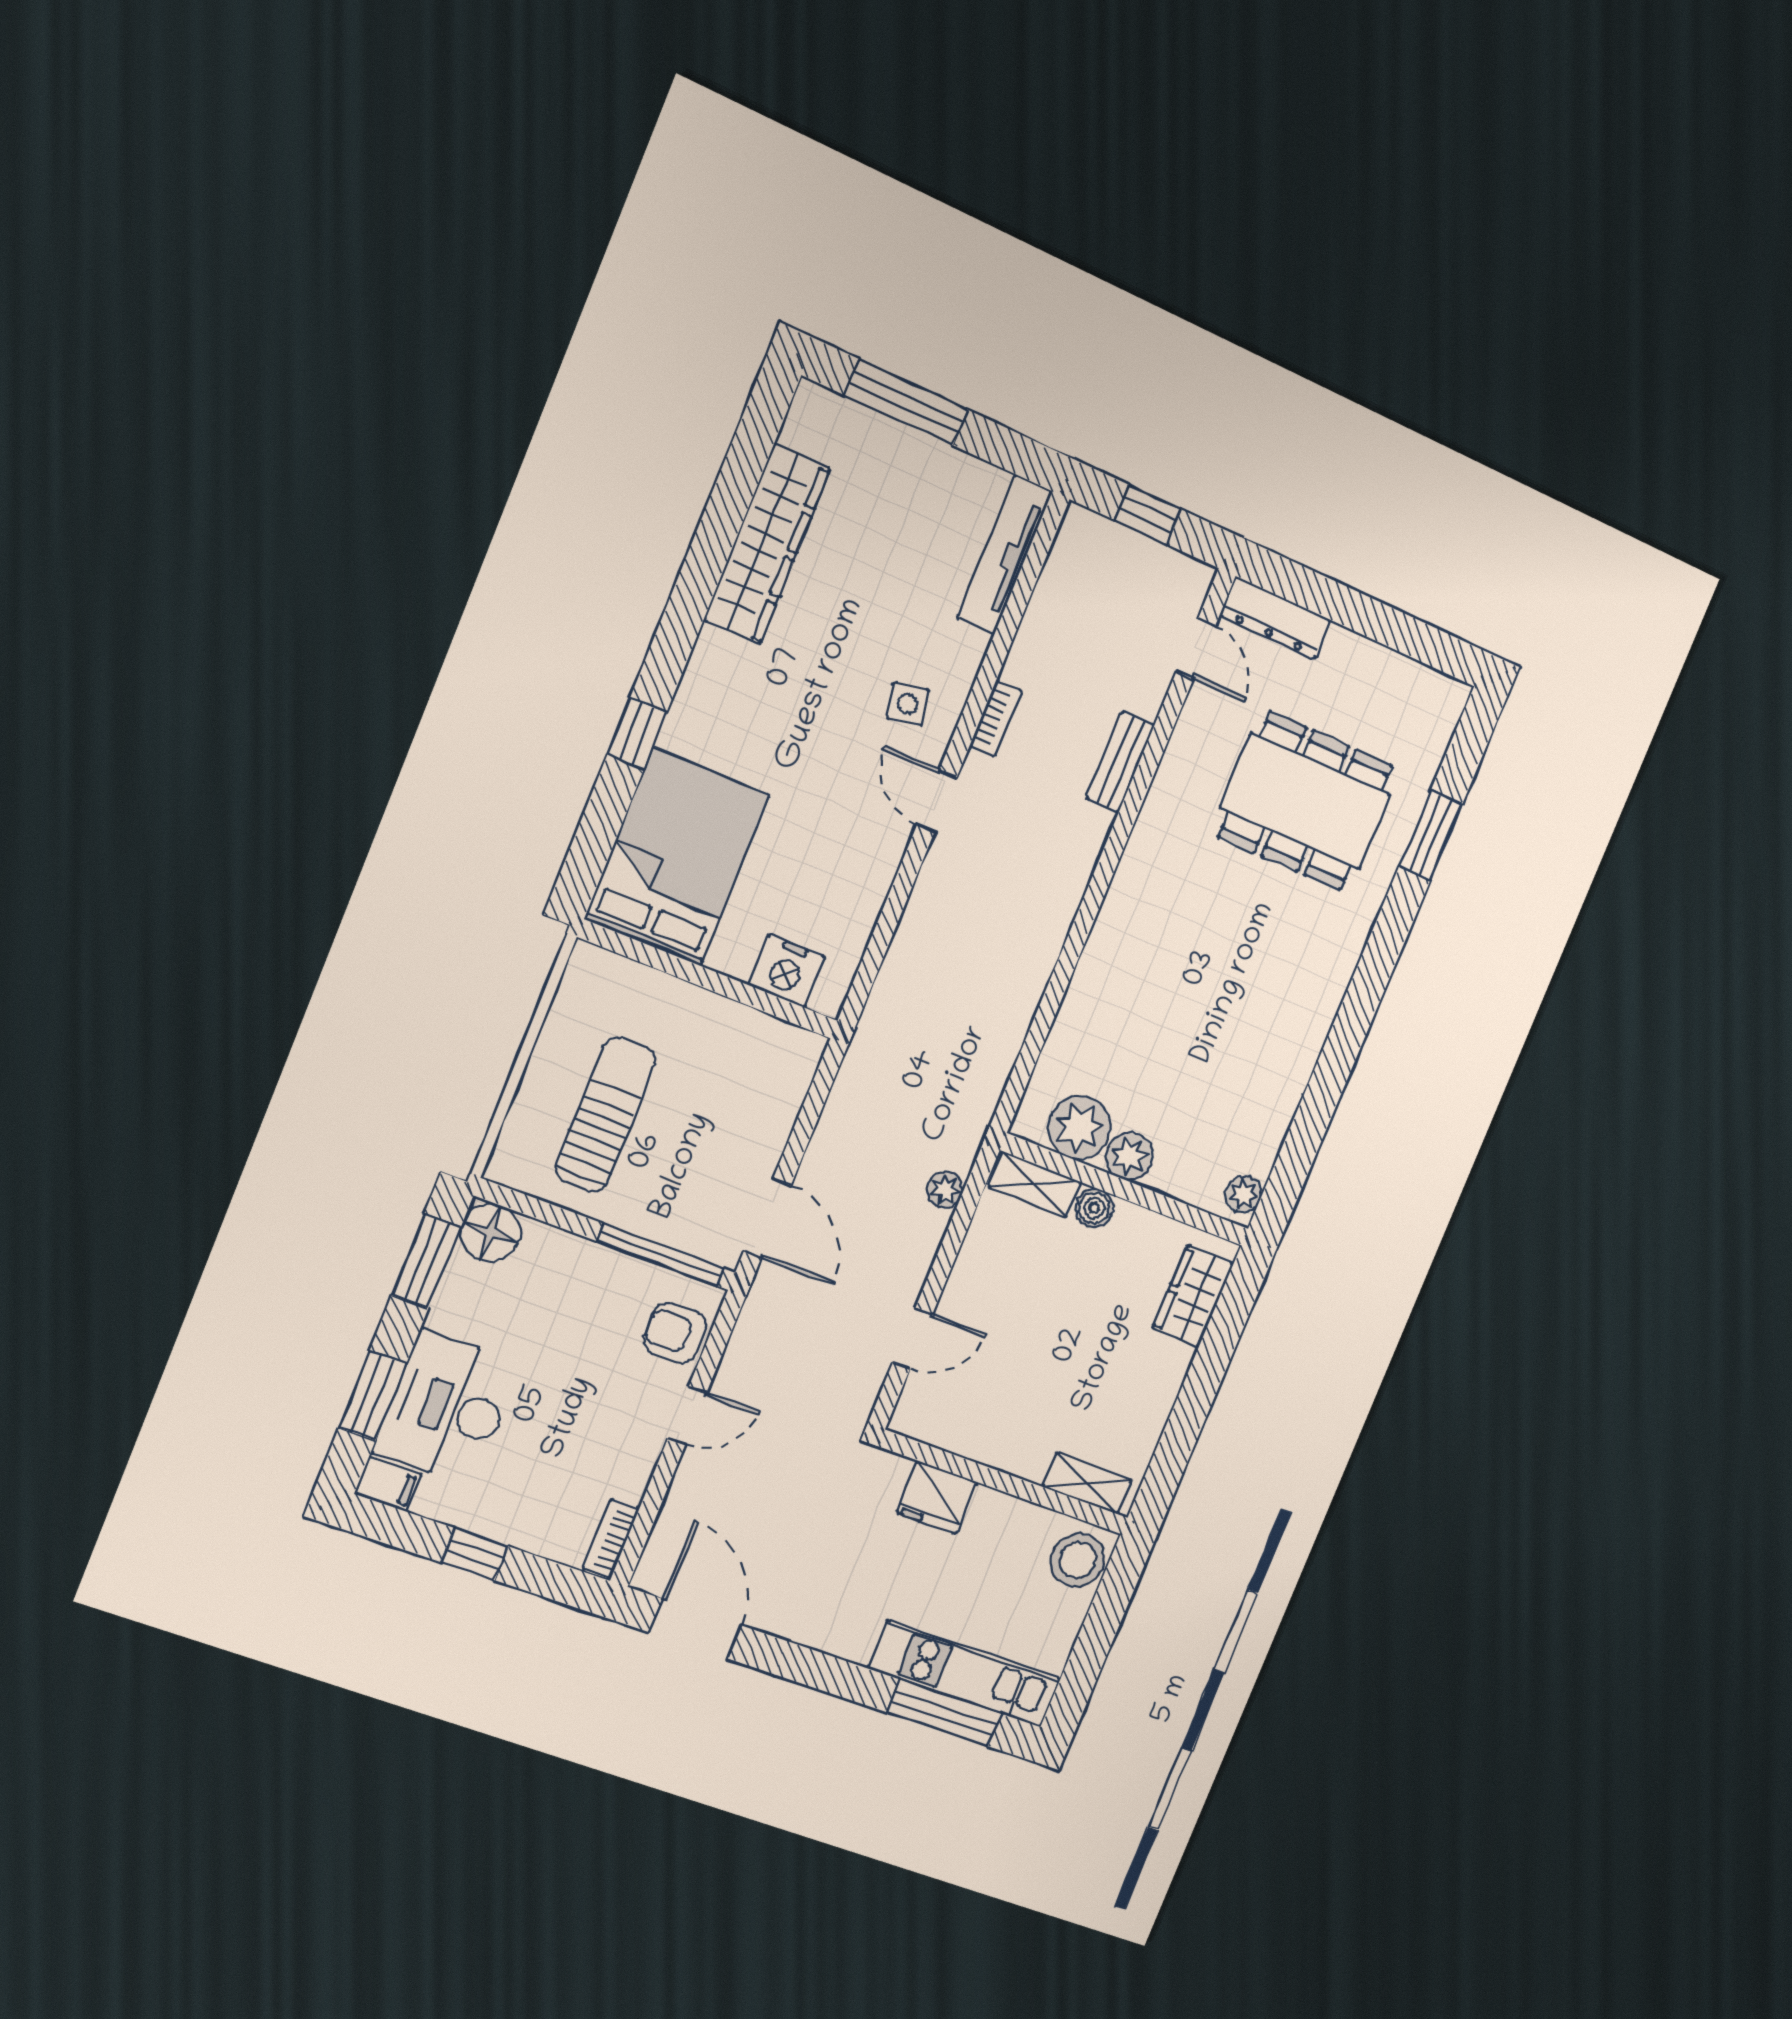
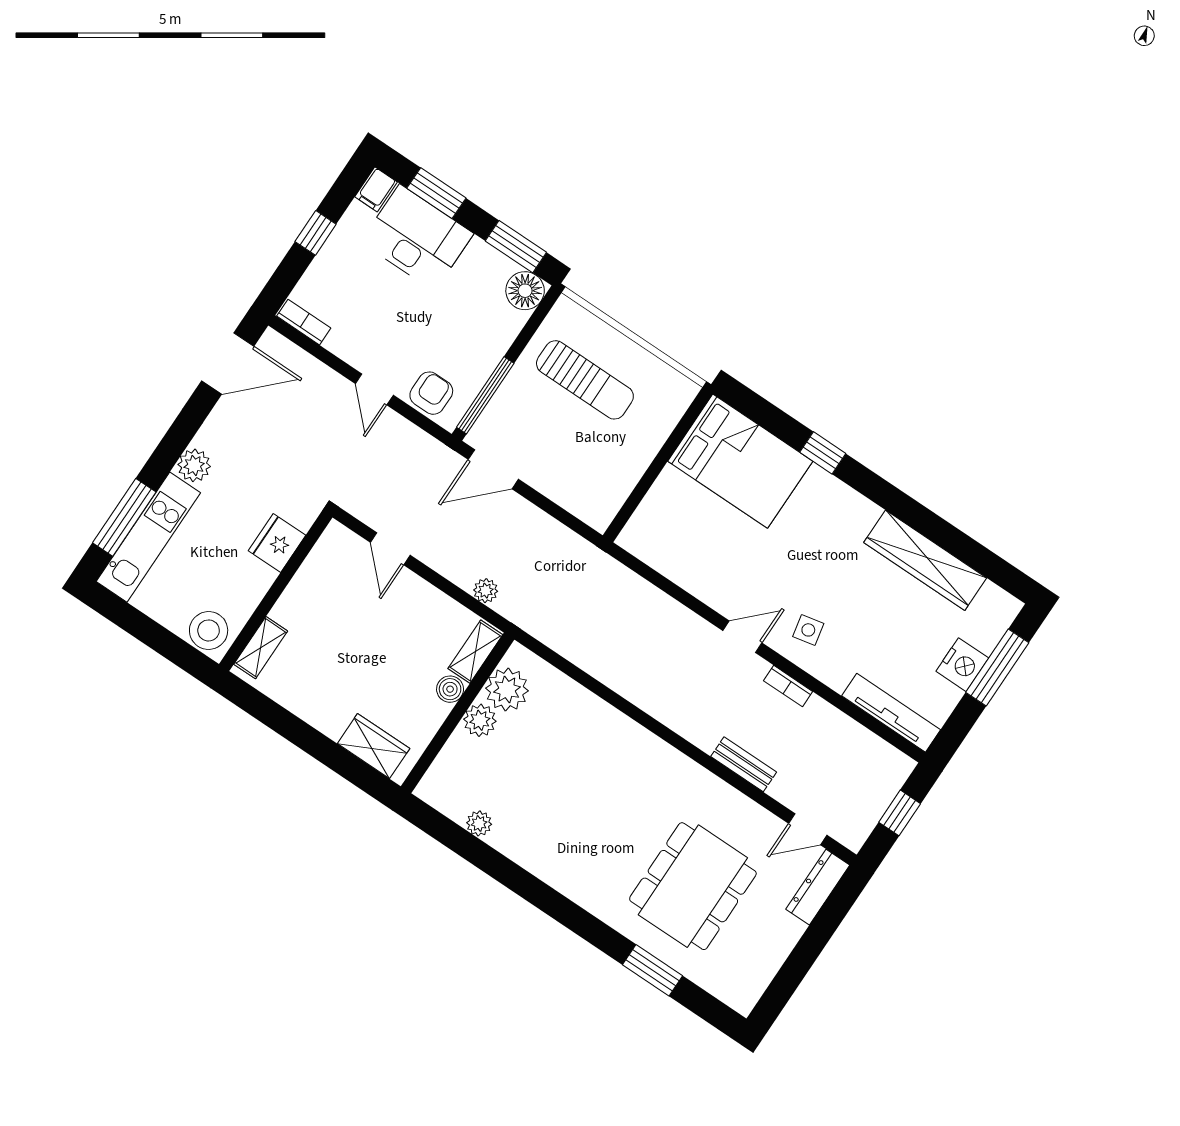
nightstand: (787, 971) -> (962, 665), moved, turned 180
plant: (1243, 1194) -> (479, 823), moved
plant: (851, 1638) -> (194, 465), added

